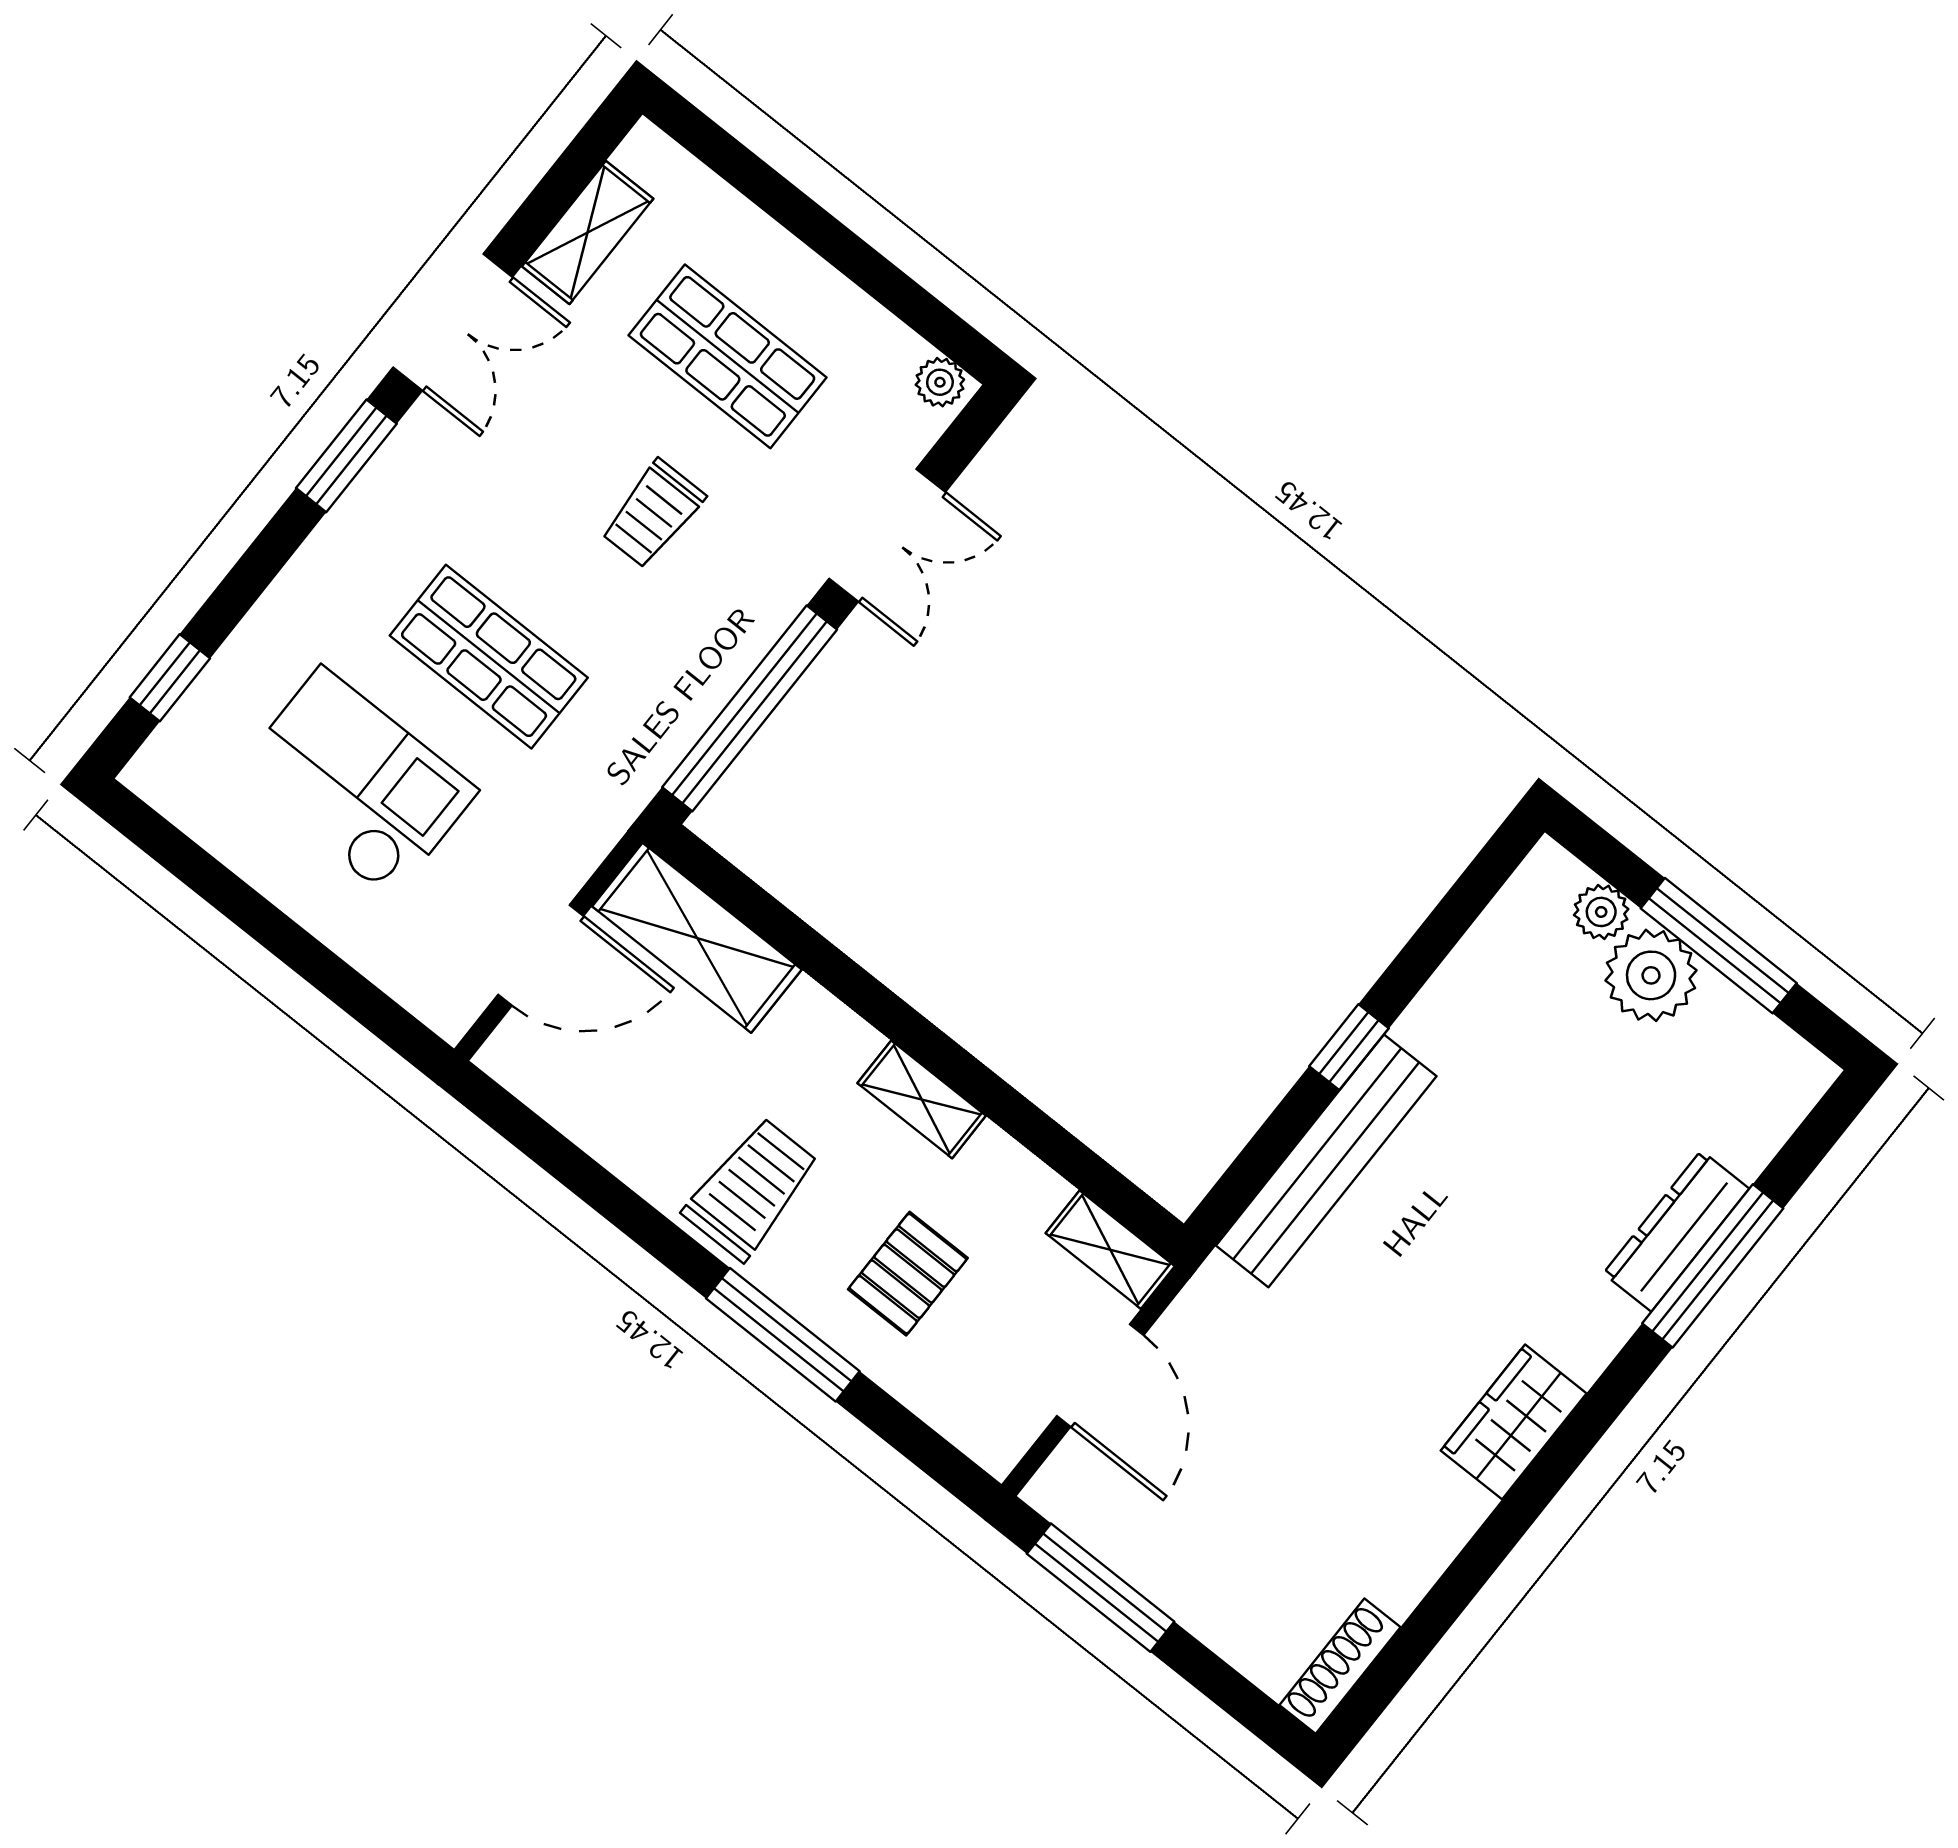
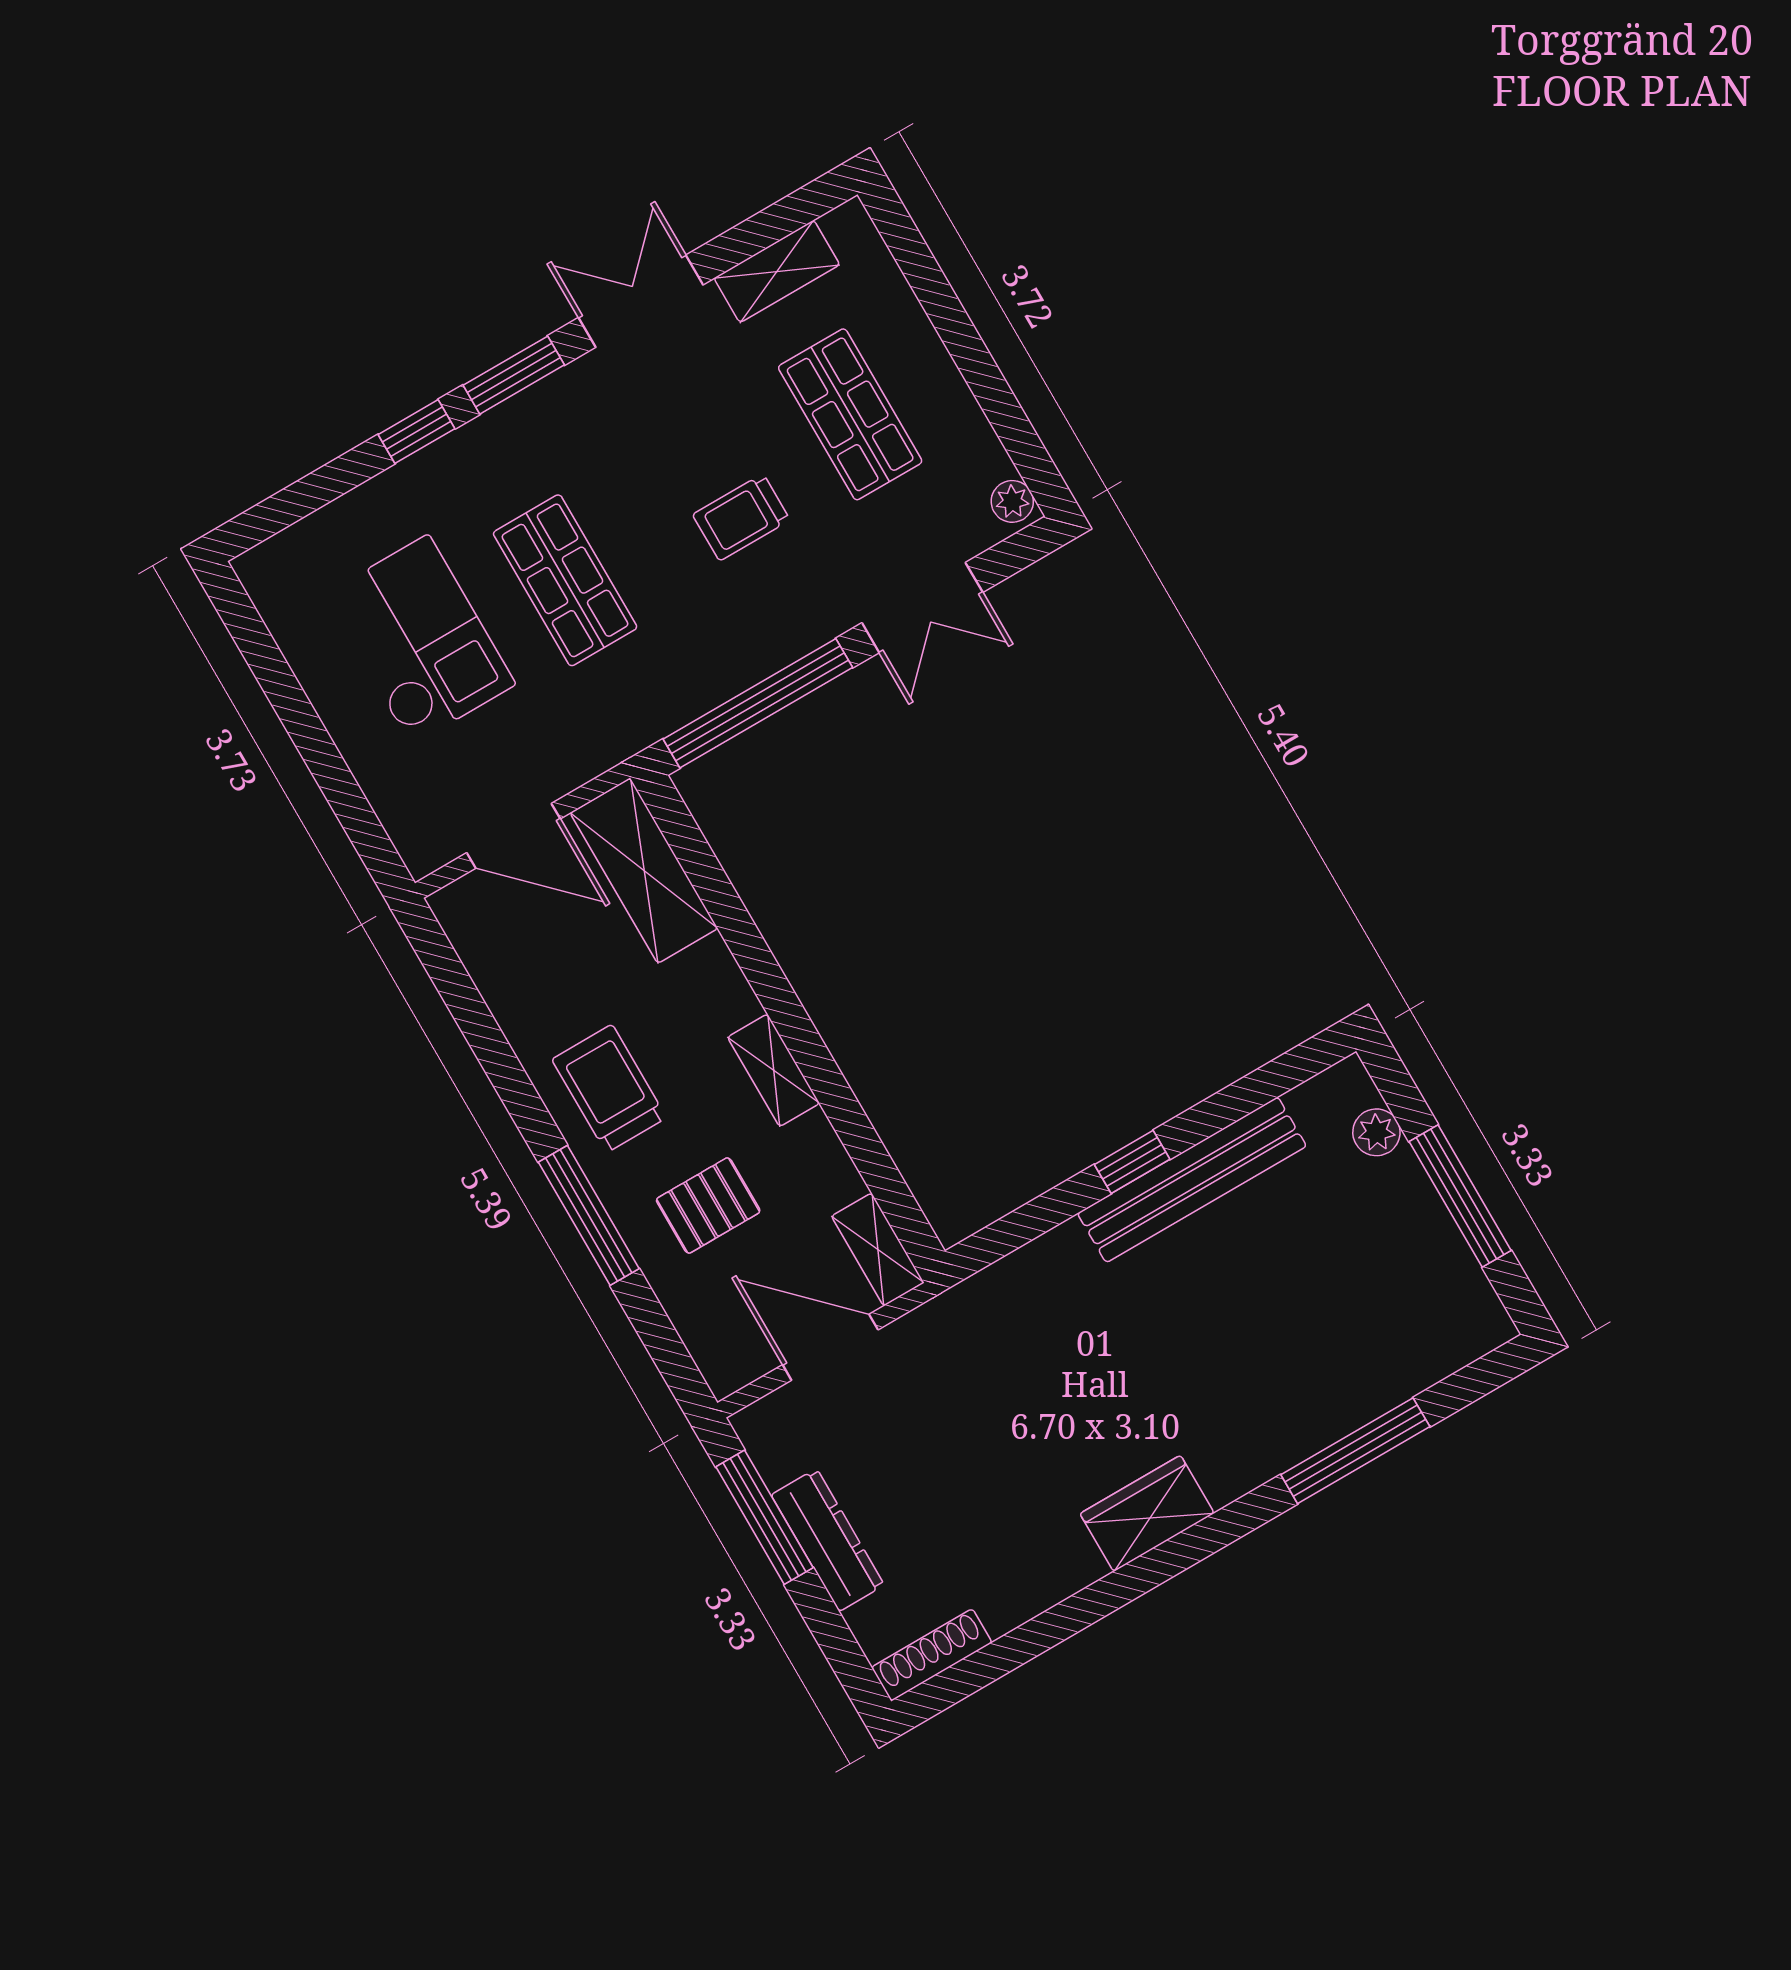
double door: (453, 322) -> (641, 301), swing flipped
window: (170, 678) -> (417, 432), moved
plant: (1651, 975) -> (1397, 1199), removed
bench: (1326, 1161) -> (1192, 1180), moved
trolley: (751, 1189) -> (609, 1089), turned -90
dresser: (1676, 1231) -> (828, 1540), moved, turned 90
door: (1100, 1375) -> (830, 1347), swing flipped

